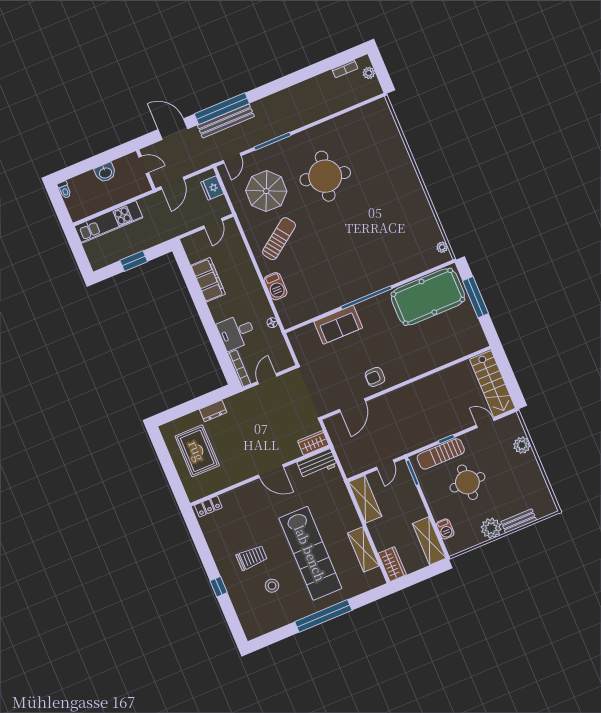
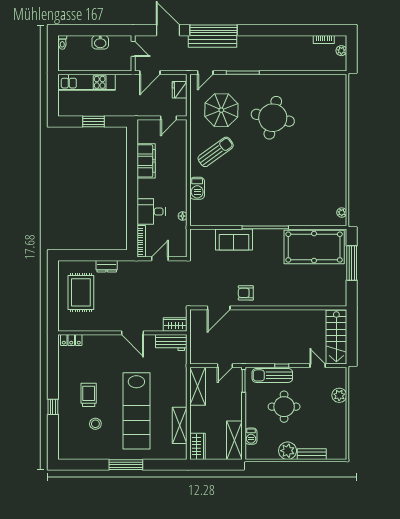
trolley: (252, 558) -> (89, 395), turned -90
window: (323, 616) -> (126, 465), width x0.68

